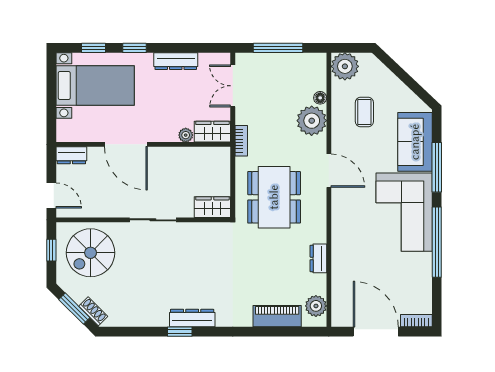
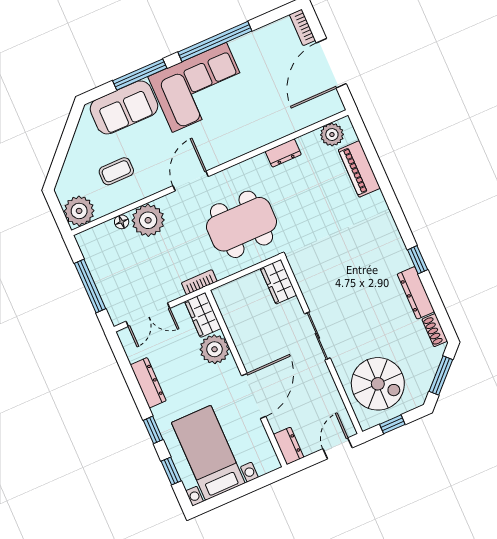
plant: (186, 135) -> (215, 349), width x1.88, depth x1.88
shoe rack: (93, 311) -> (435, 330), moved, turned -45
dresser: (192, 318) -> (416, 293), moved

